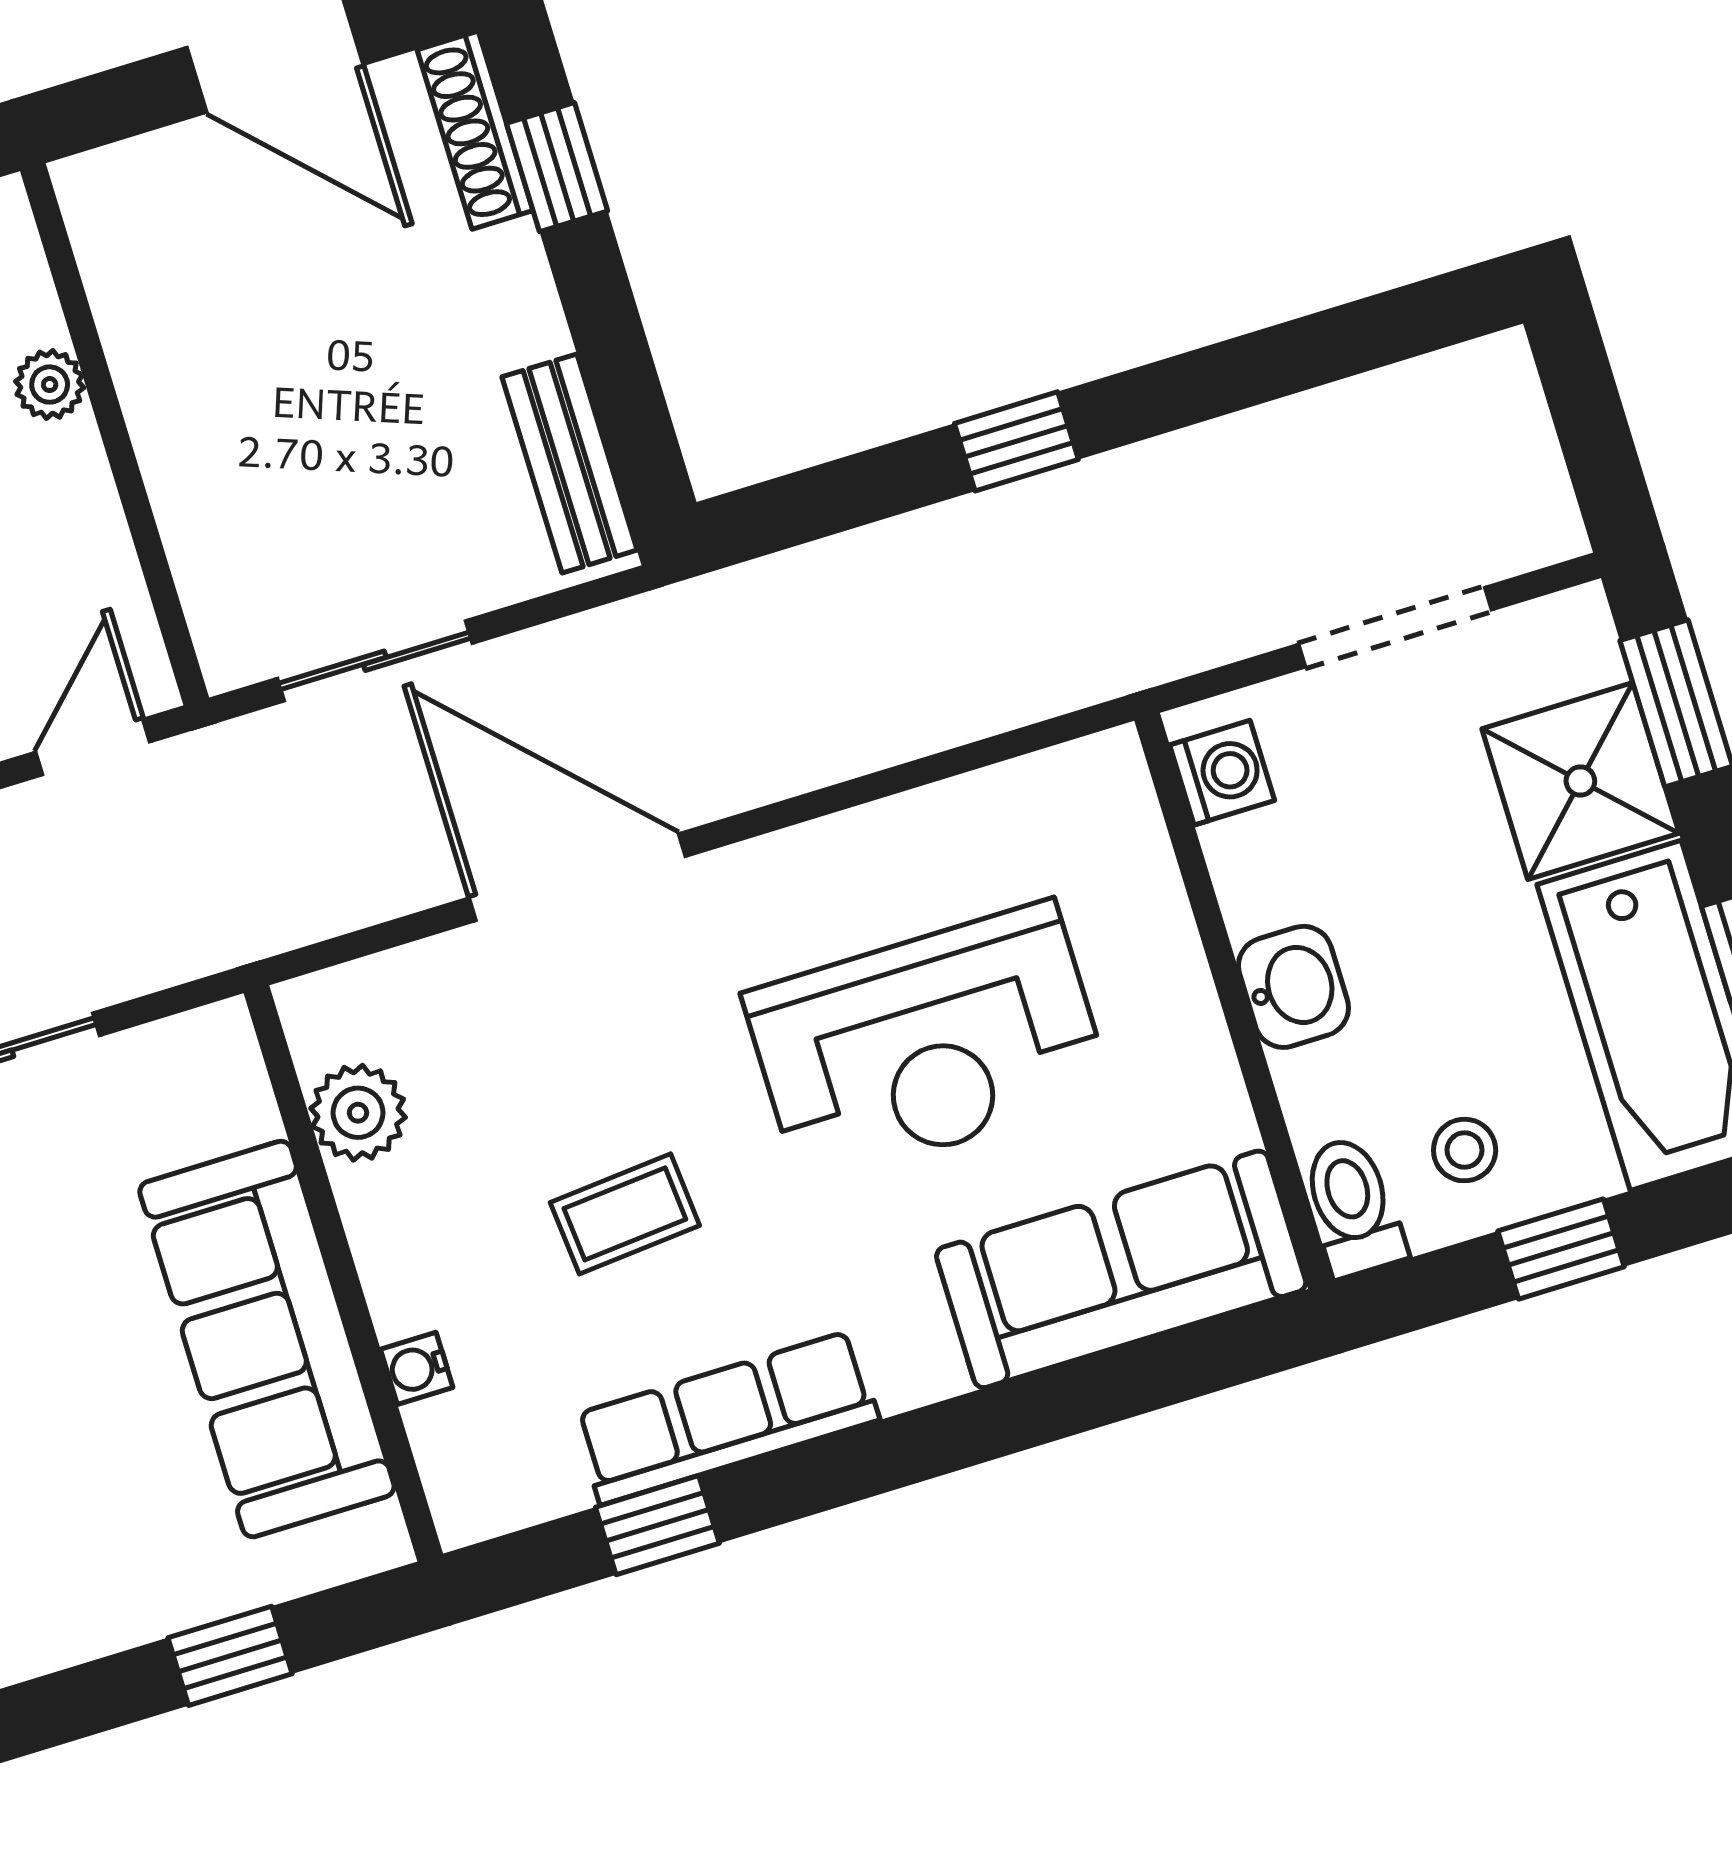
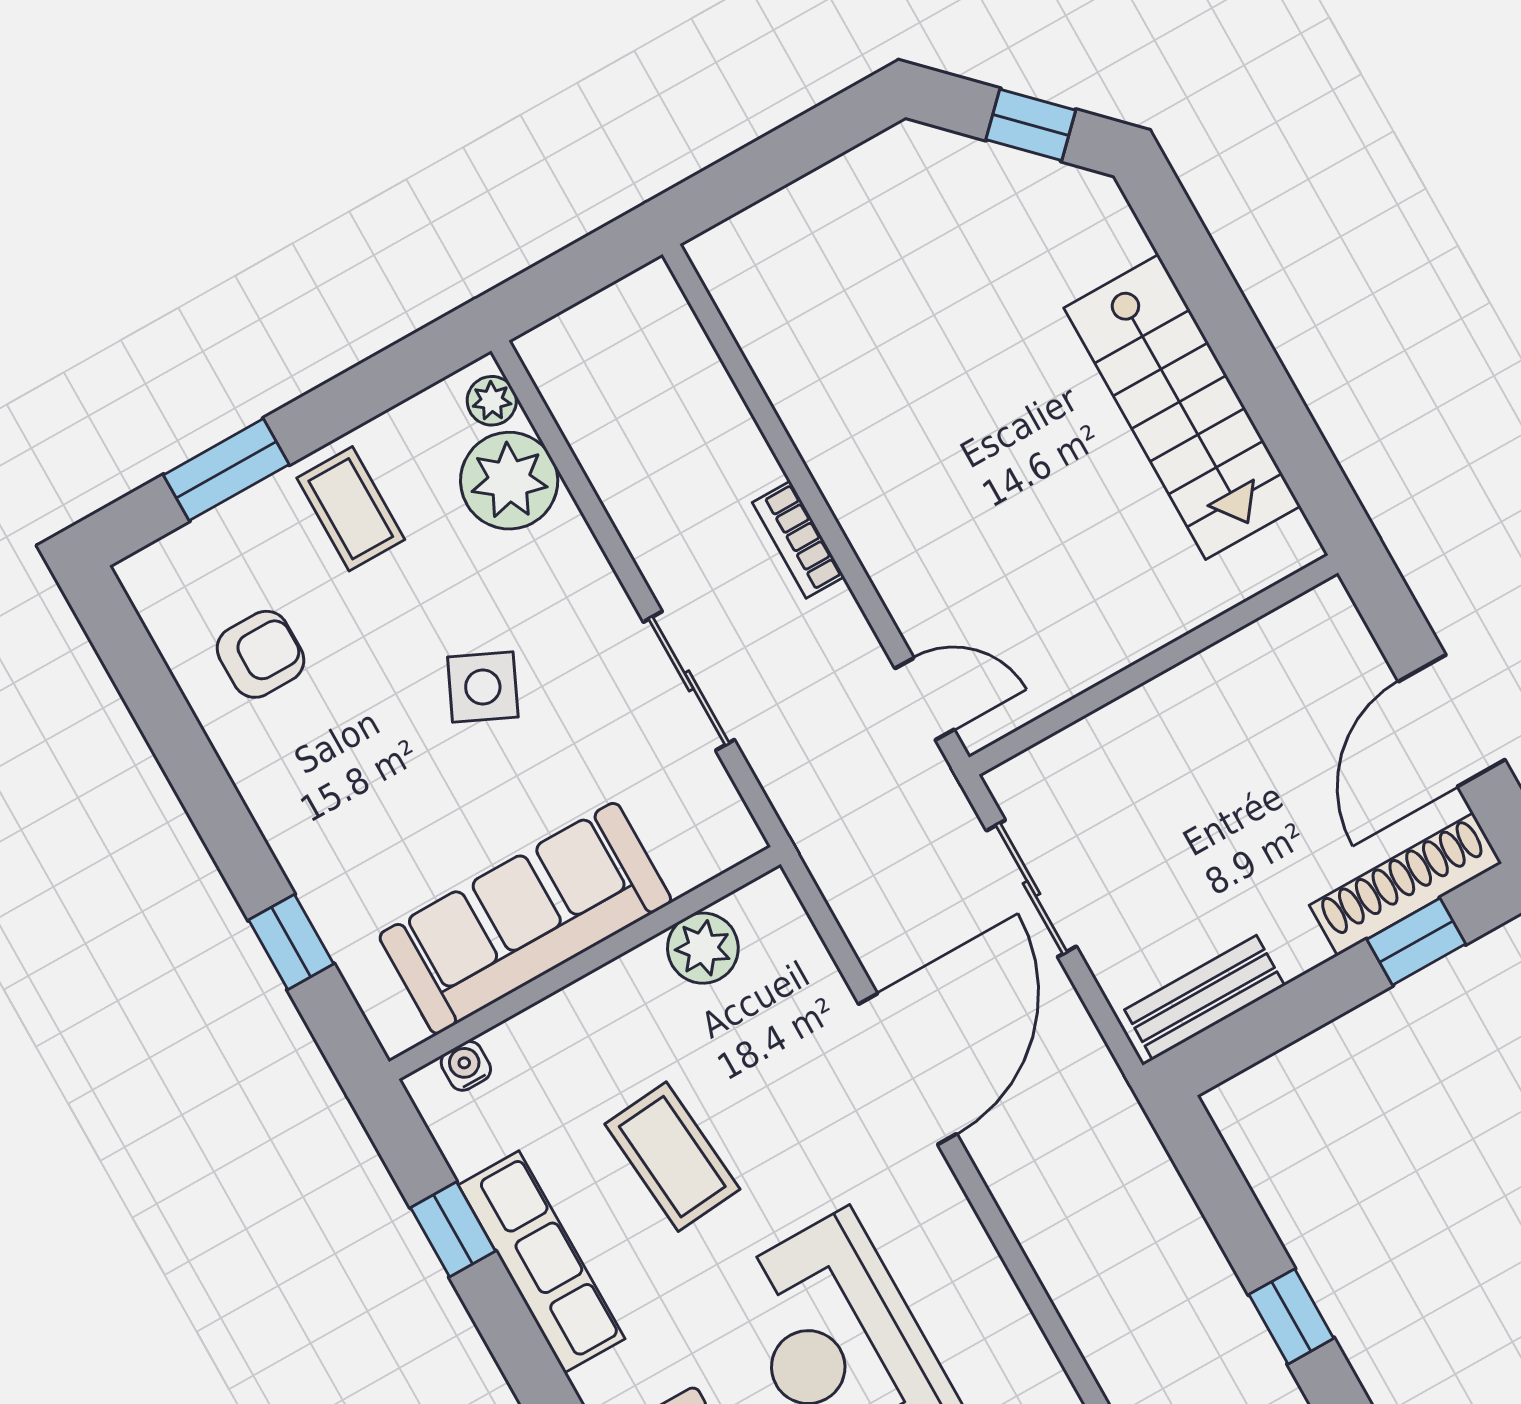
shoe rack: (475, 130) -> (1406, 884), width x1.36, depth x1.24
plant: (50, 385) -> (1179, 610), removed
coffee table: (625, 1214) -> (672, 1157), width x1.36, depth x1.30
water cooler: (417, 1368) -> (466, 1066), moved

